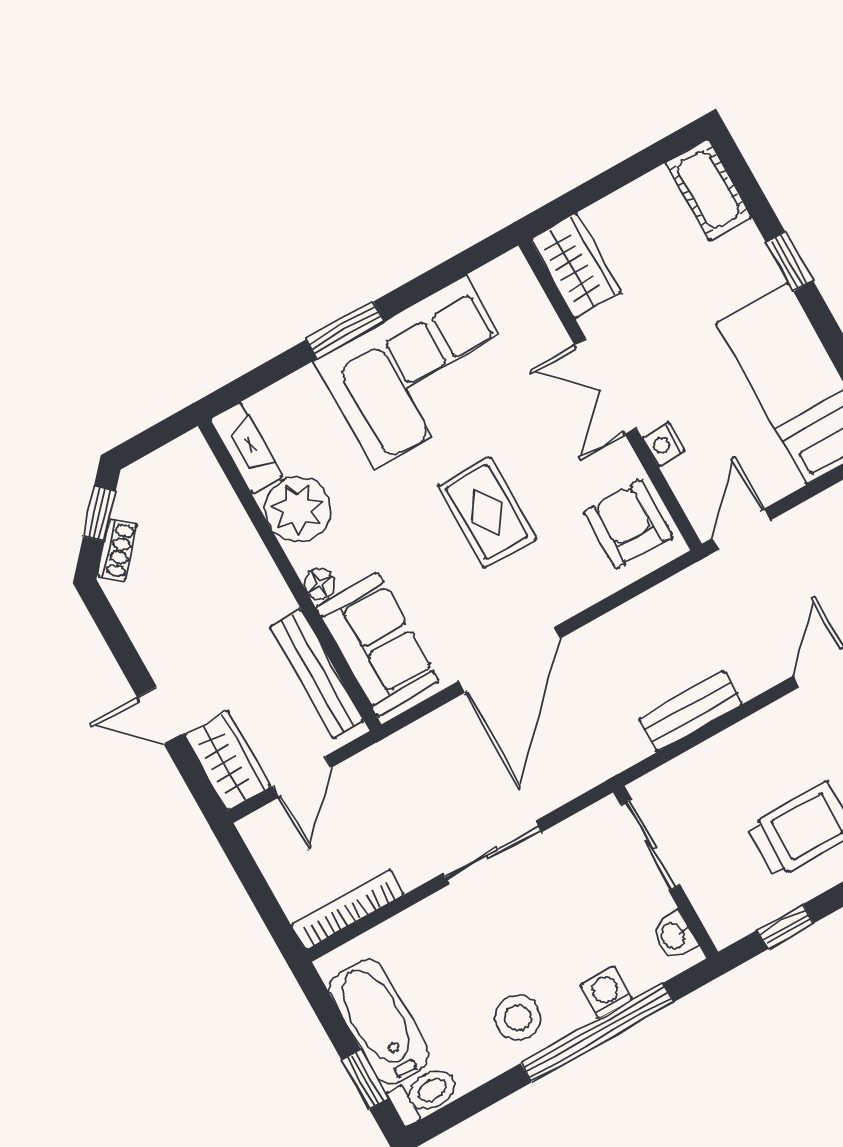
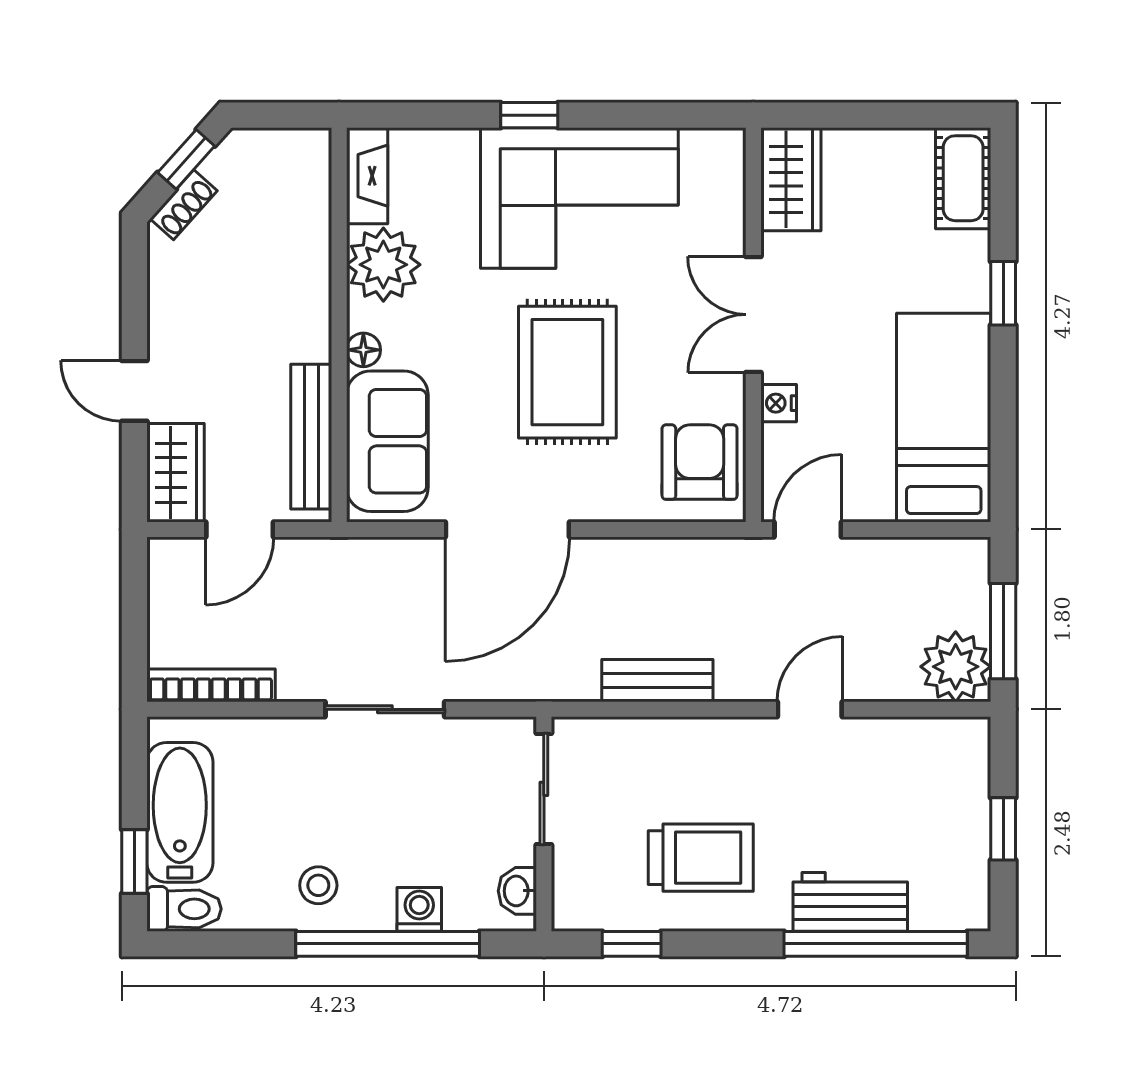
window: (345, 330) -> (529, 115), width x0.67
rug: (487, 512) -> (567, 372), width x1.36, depth x1.43
stool: (518, 1018) -> (318, 885), width x0.73, depth x0.73

